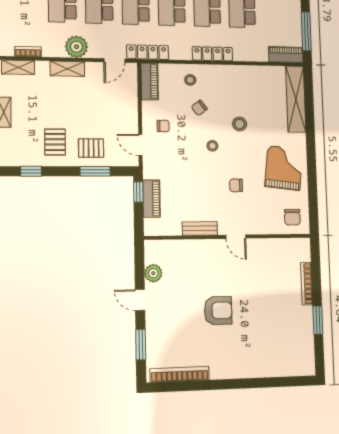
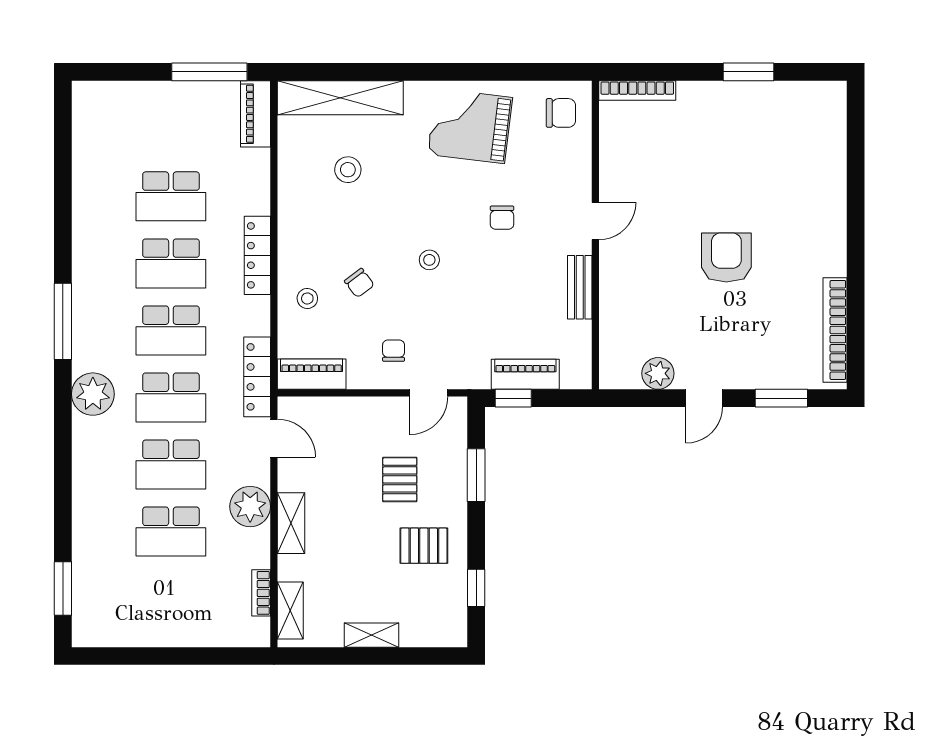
stool: (240, 124) -> (348, 170), moved
pallet: (91, 148) -> (400, 479), moved
bookcase: (307, 284) -> (637, 90), moved

